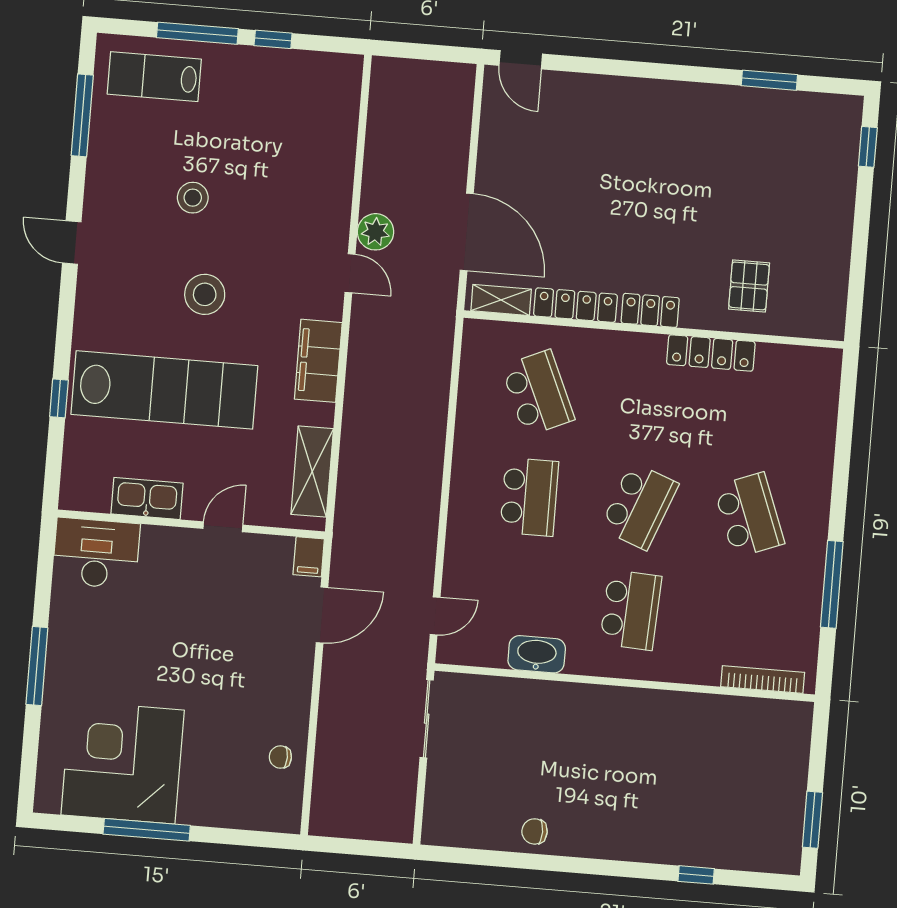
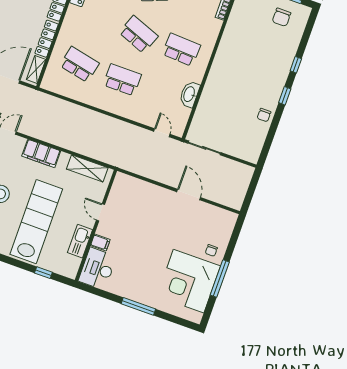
school desk: (538, 393) -> (79, 64), turned 36
window: (59, 398) -> (43, 273), moved
filing cabinet: (309, 557) -> (100, 243), moved
door: (322, 615) -> (189, 195), moved
chair: (280, 757) -> (211, 250), moved
chair: (761, 813) -> (281, 17), added
window: (590, 866) -> (285, 96), added
window: (696, 875) -> (296, 65), moved

